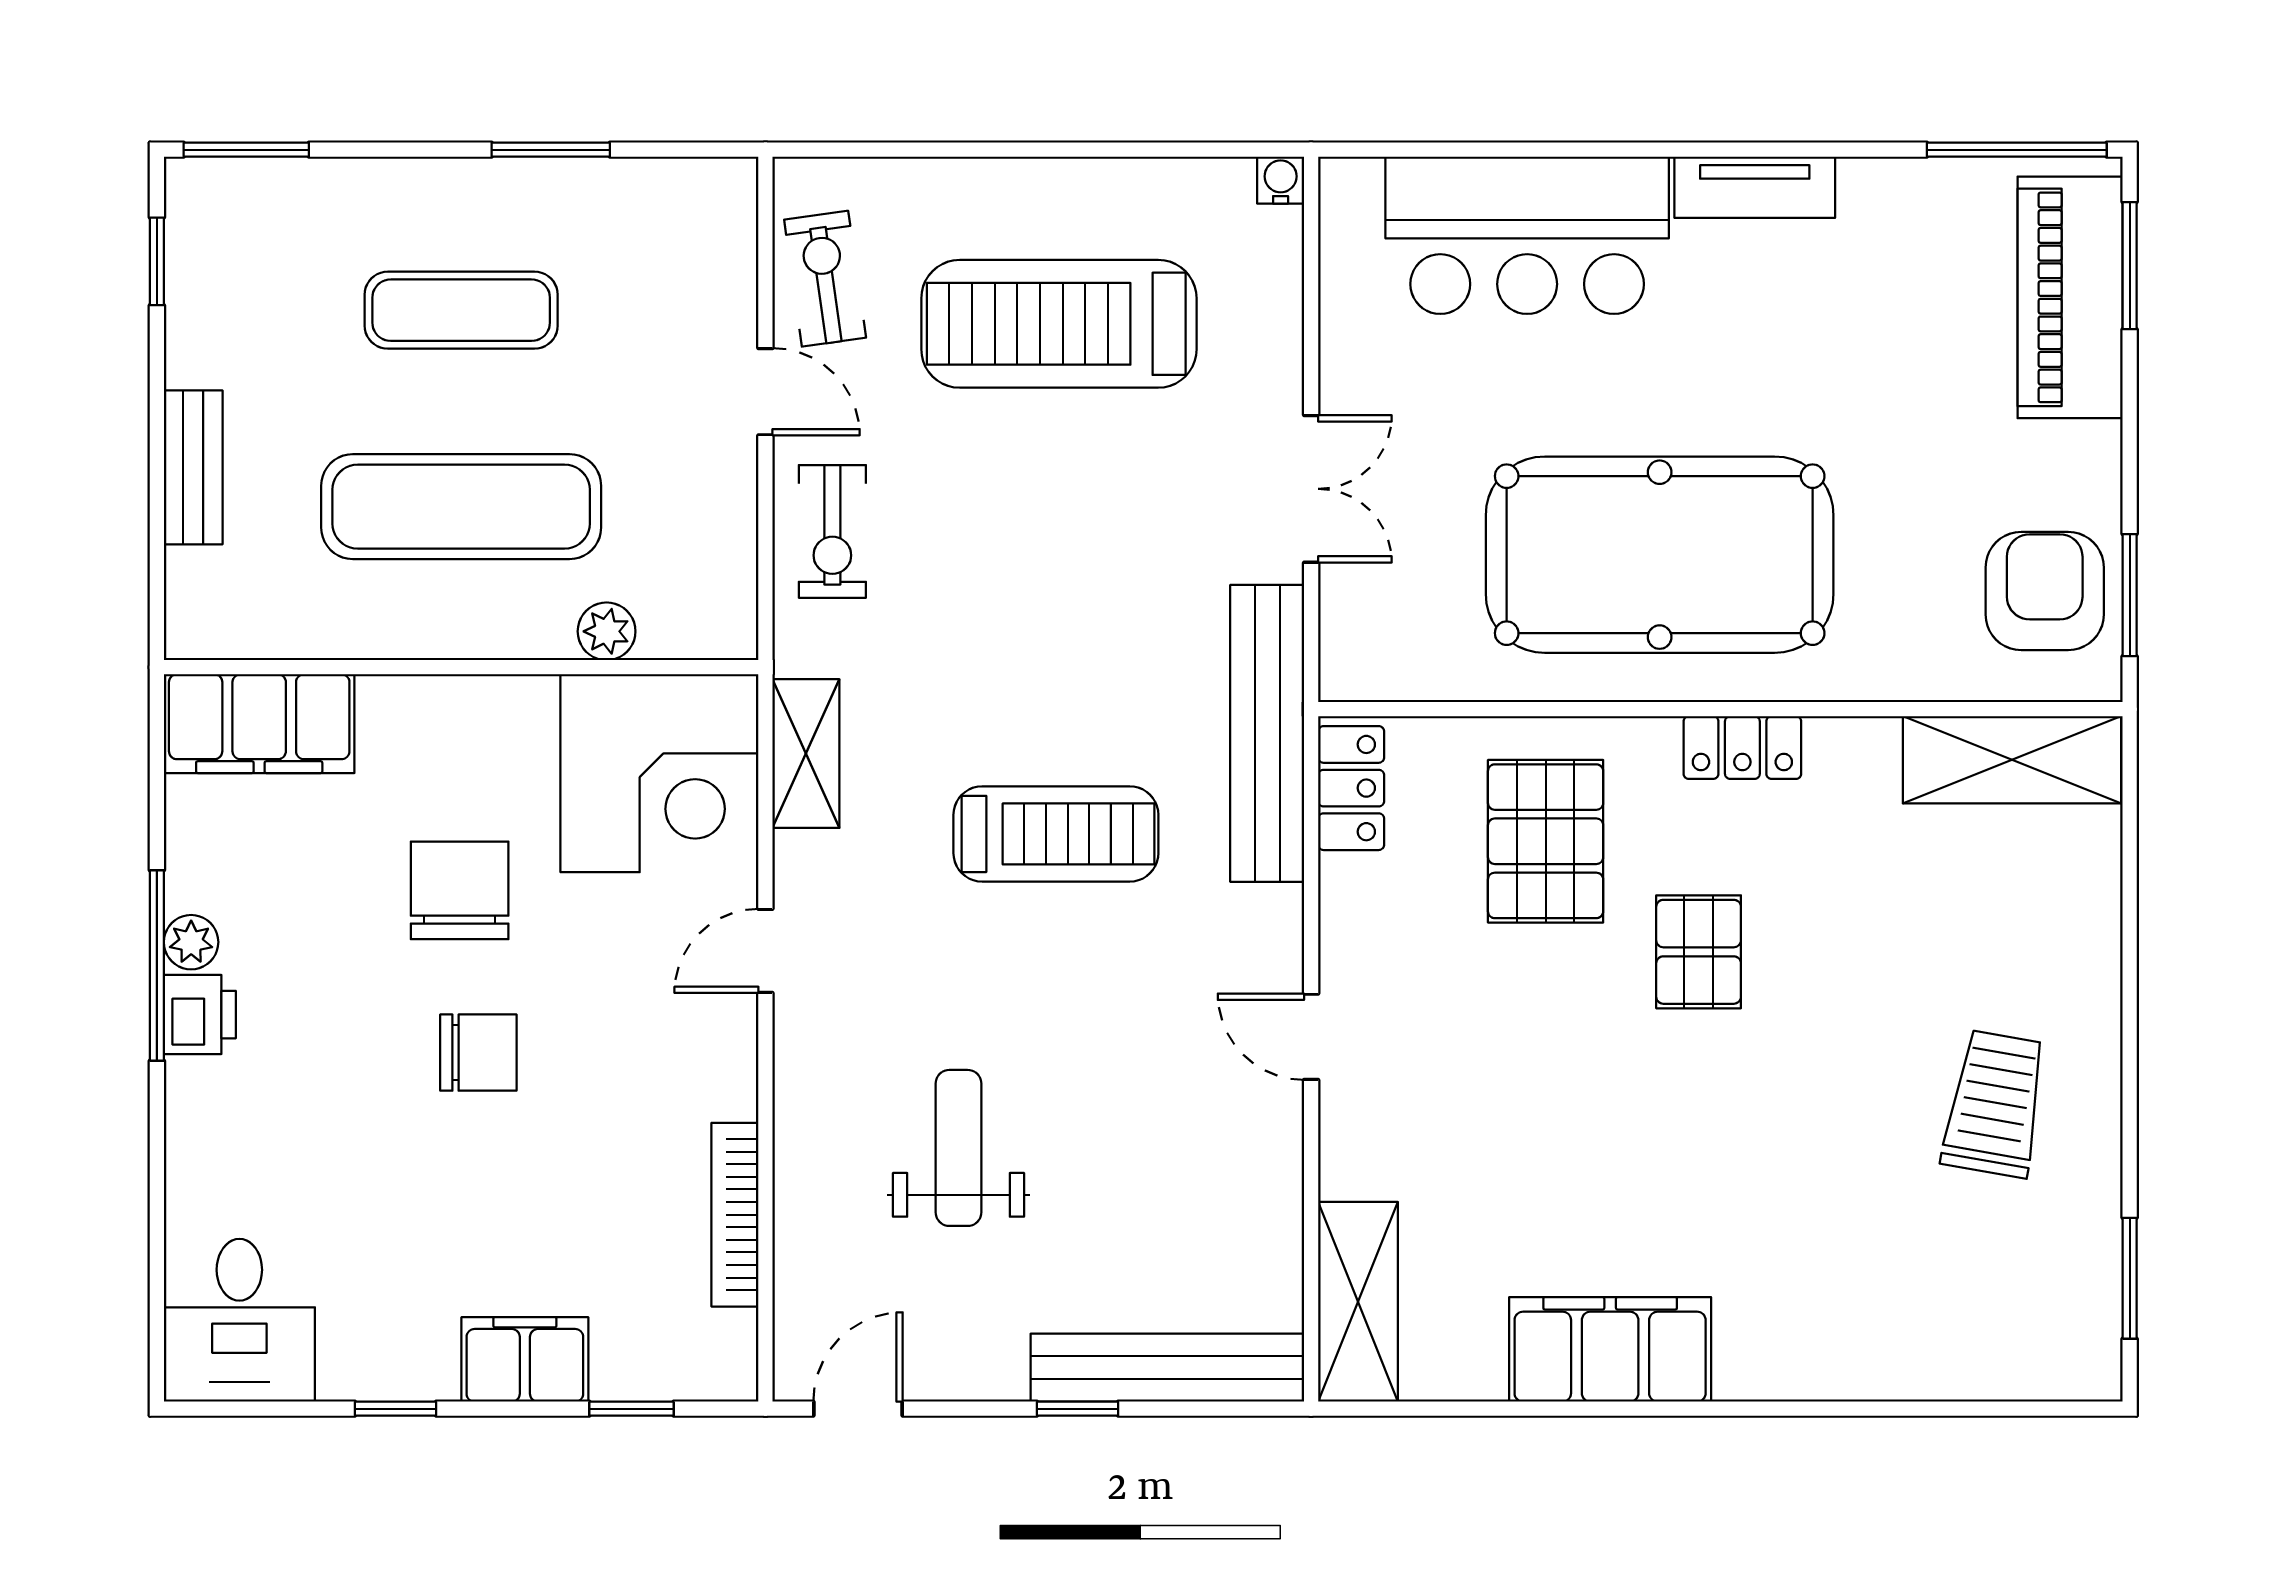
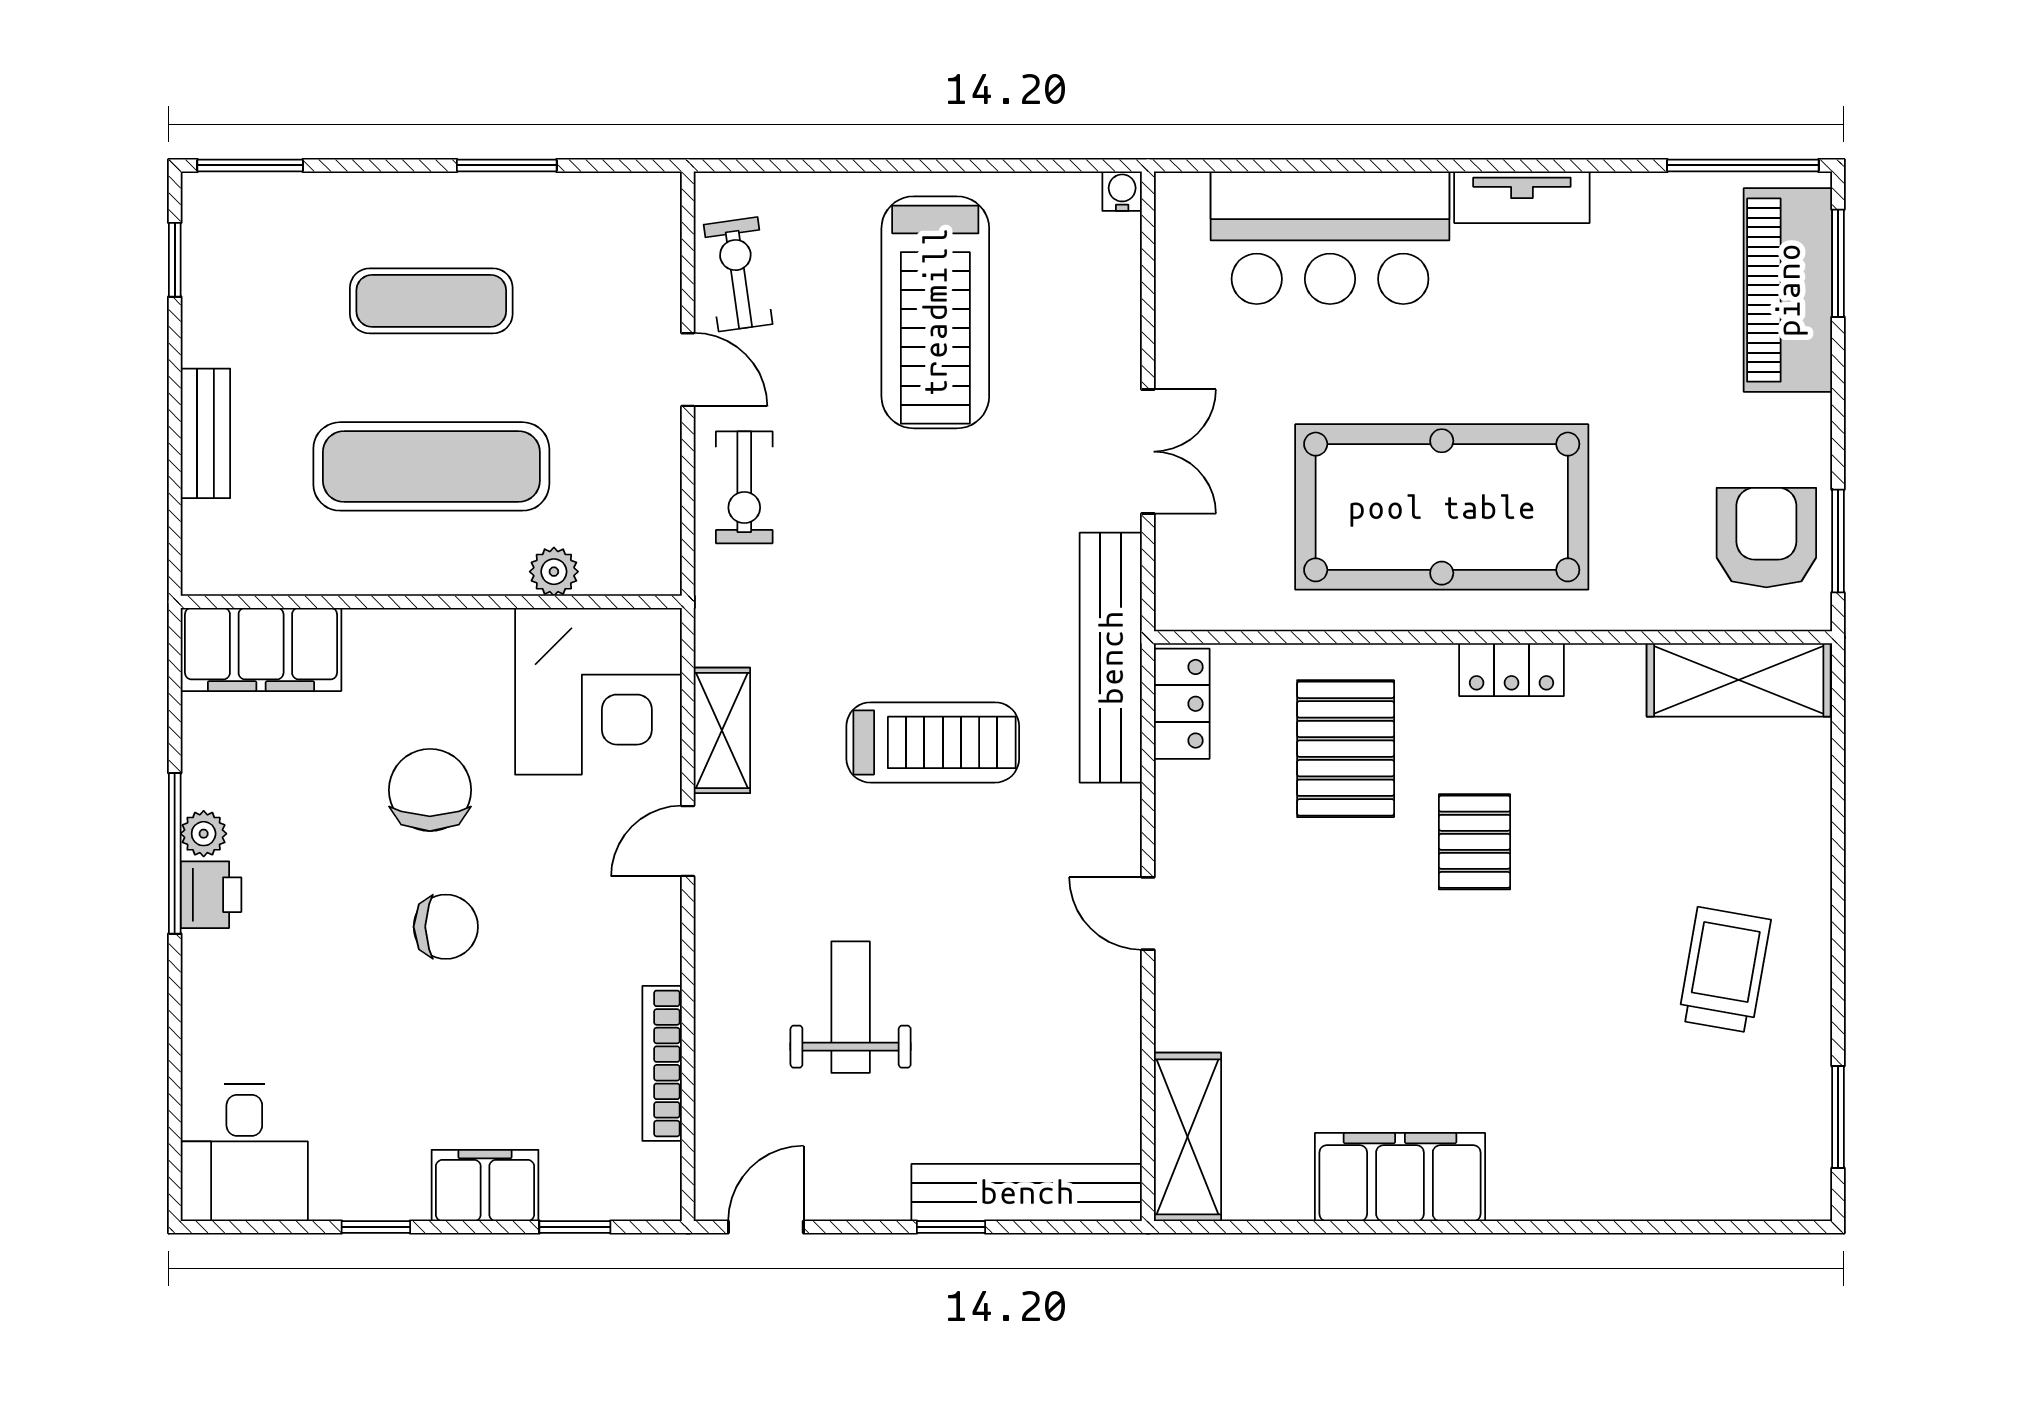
treadmill: (1059, 324) -> (935, 312), turned -90
shelving: (806, 754) -> (722, 730), moved

